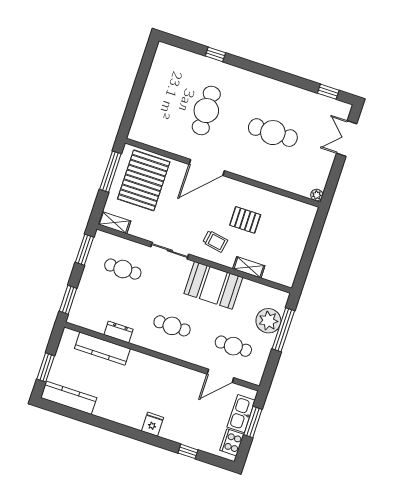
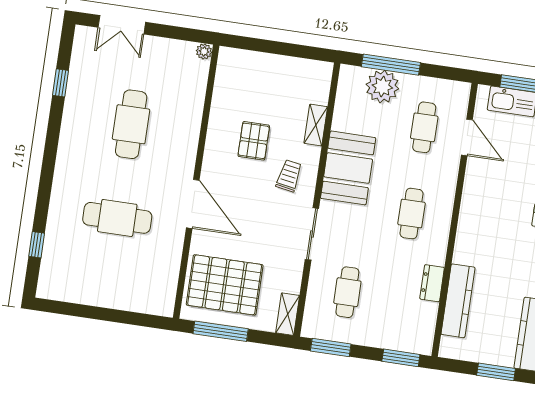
window: (215, 54) -> (37, 245), moved
window: (328, 92) -> (60, 83), moved

